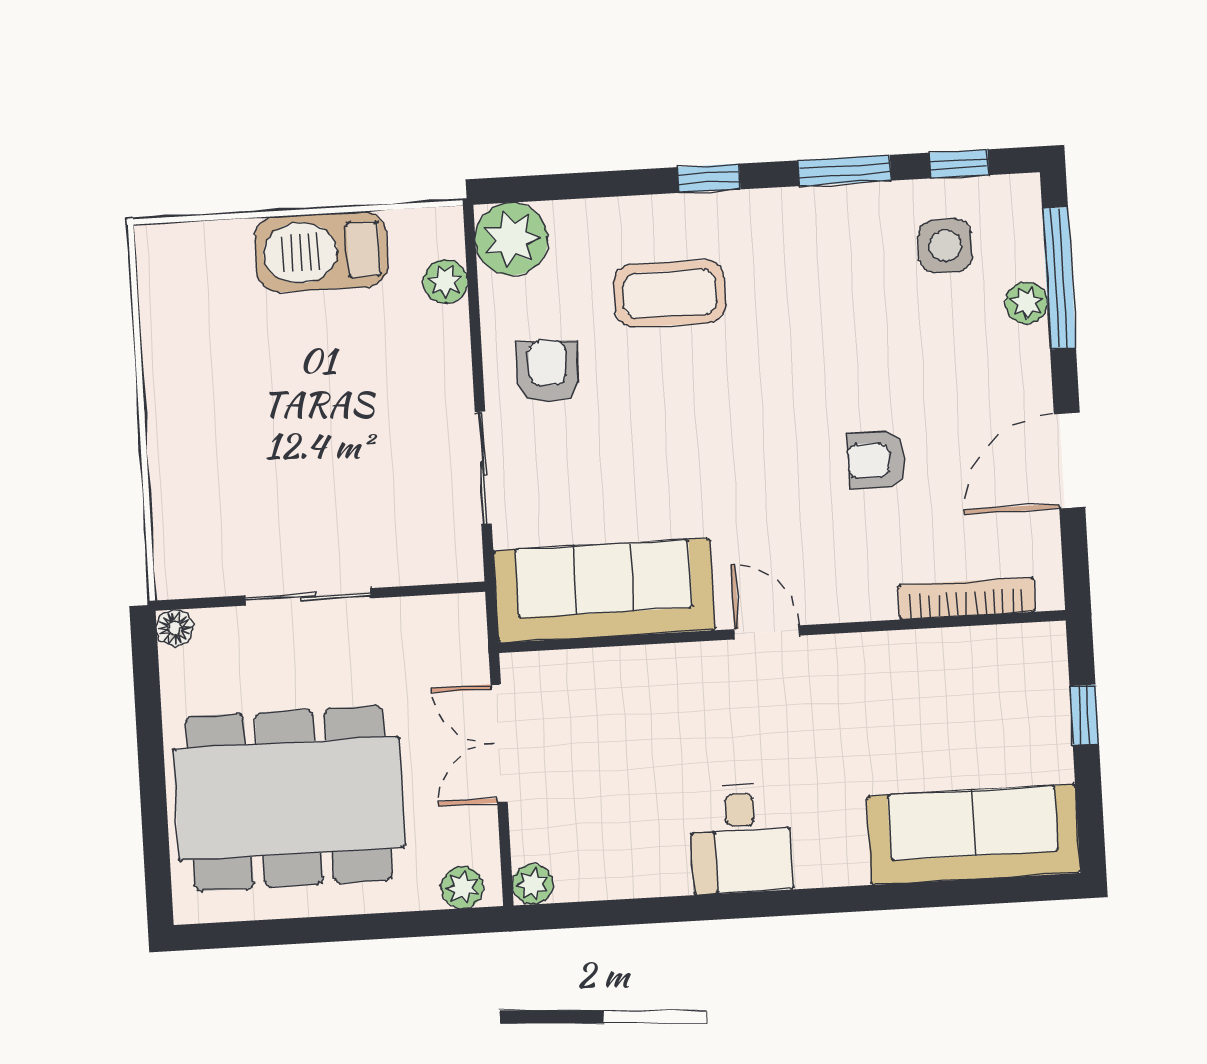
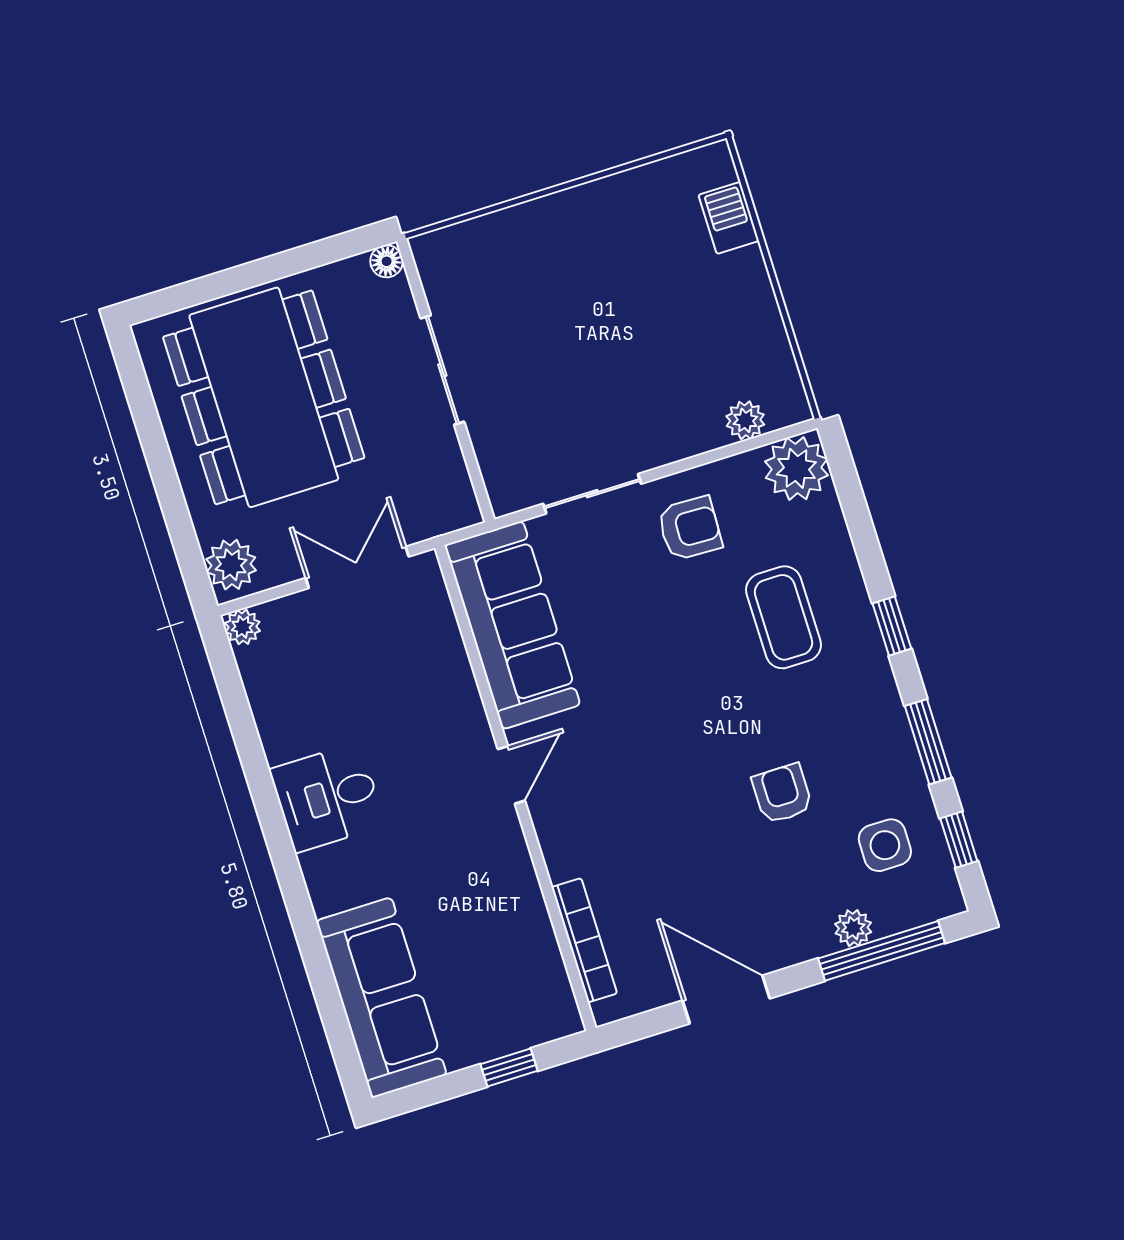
barbecue: (321, 252) -> (729, 218), moved, width x0.53, depth x0.65
armchair: (876, 460) -> (782, 794), moved
plant: (462, 888) -> (231, 565), width x1.38, depth x1.38

